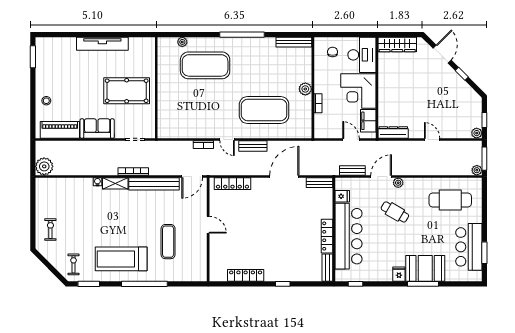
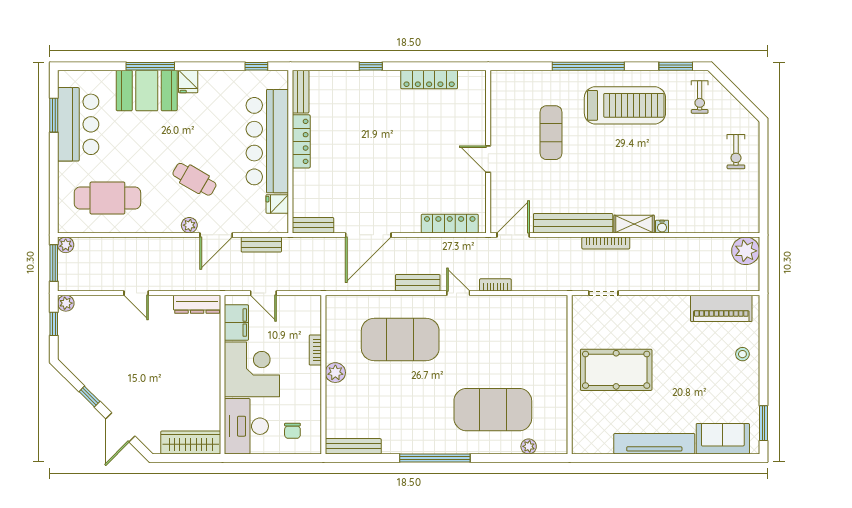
sofa: (97, 129) -> (723, 439), moved, turned 180

